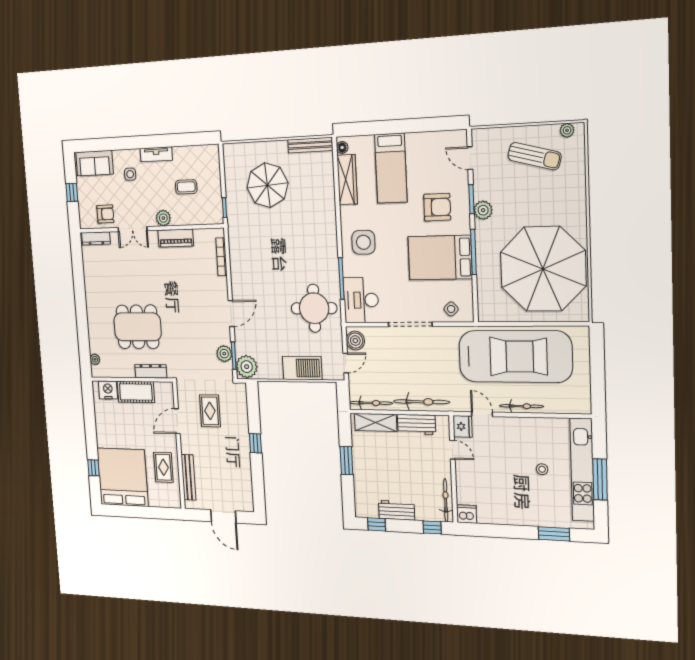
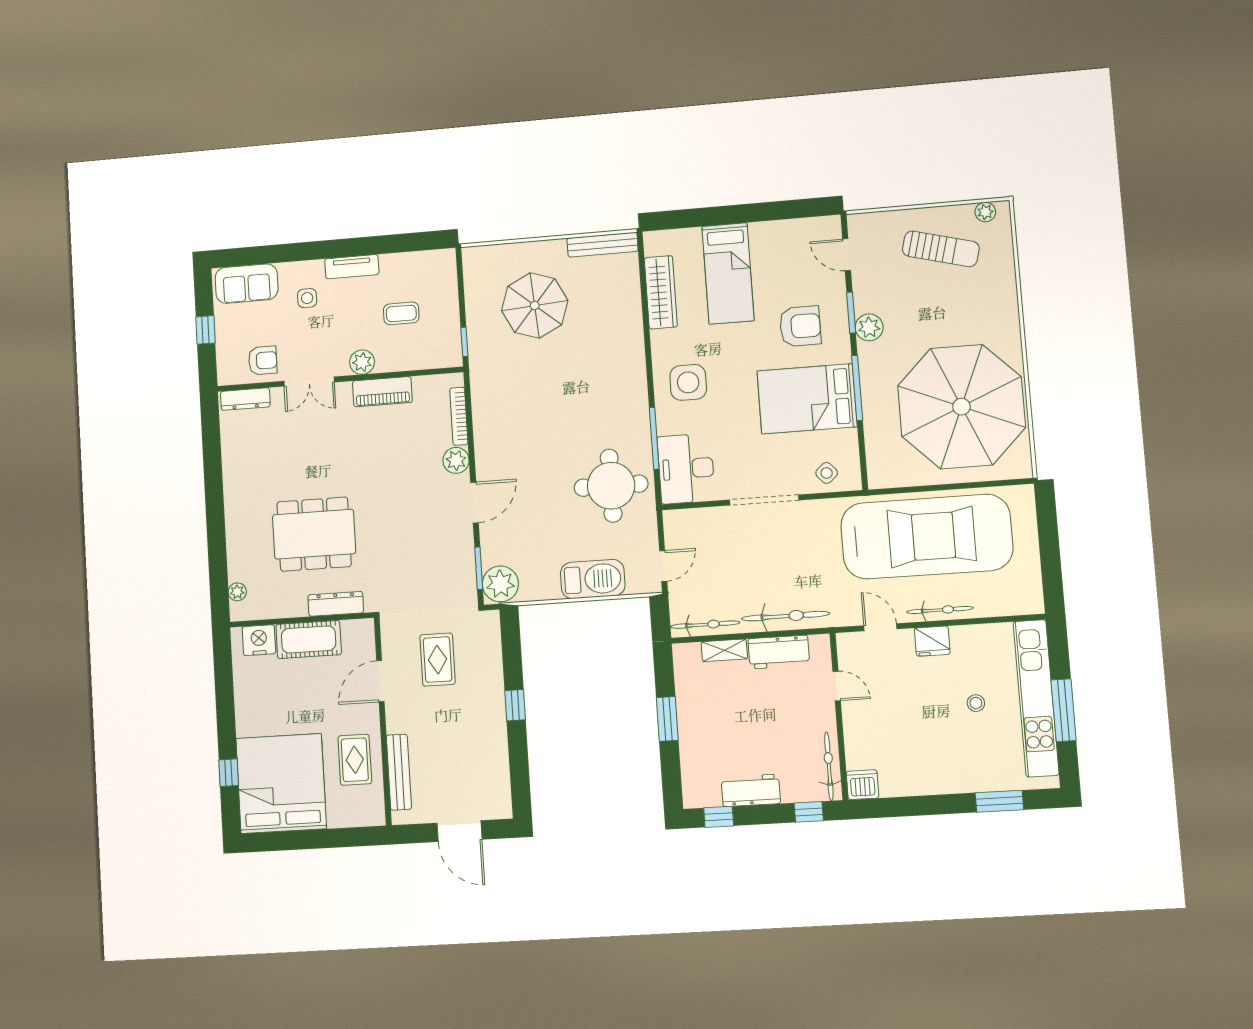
floor lamp: (342, 147) -> (652, 246), removed
boiler: (355, 341) -> (678, 530), removed
plant: (224, 354) -> (456, 460), moved
shelving: (376, 422) -> (724, 650), width x0.67, depth x0.75
fridge: (463, 426) -> (932, 641), moved, turned 90

